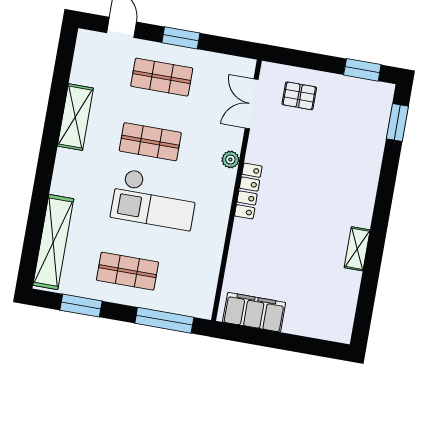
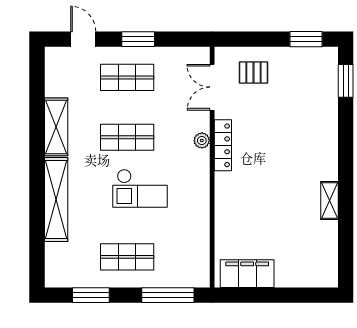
locker: (248, 191) -> (223, 145), moved
checkout: (154, 199) -> (140, 188), width x0.73, depth x0.83
shelving: (53, 242) -> (56, 200), moved

